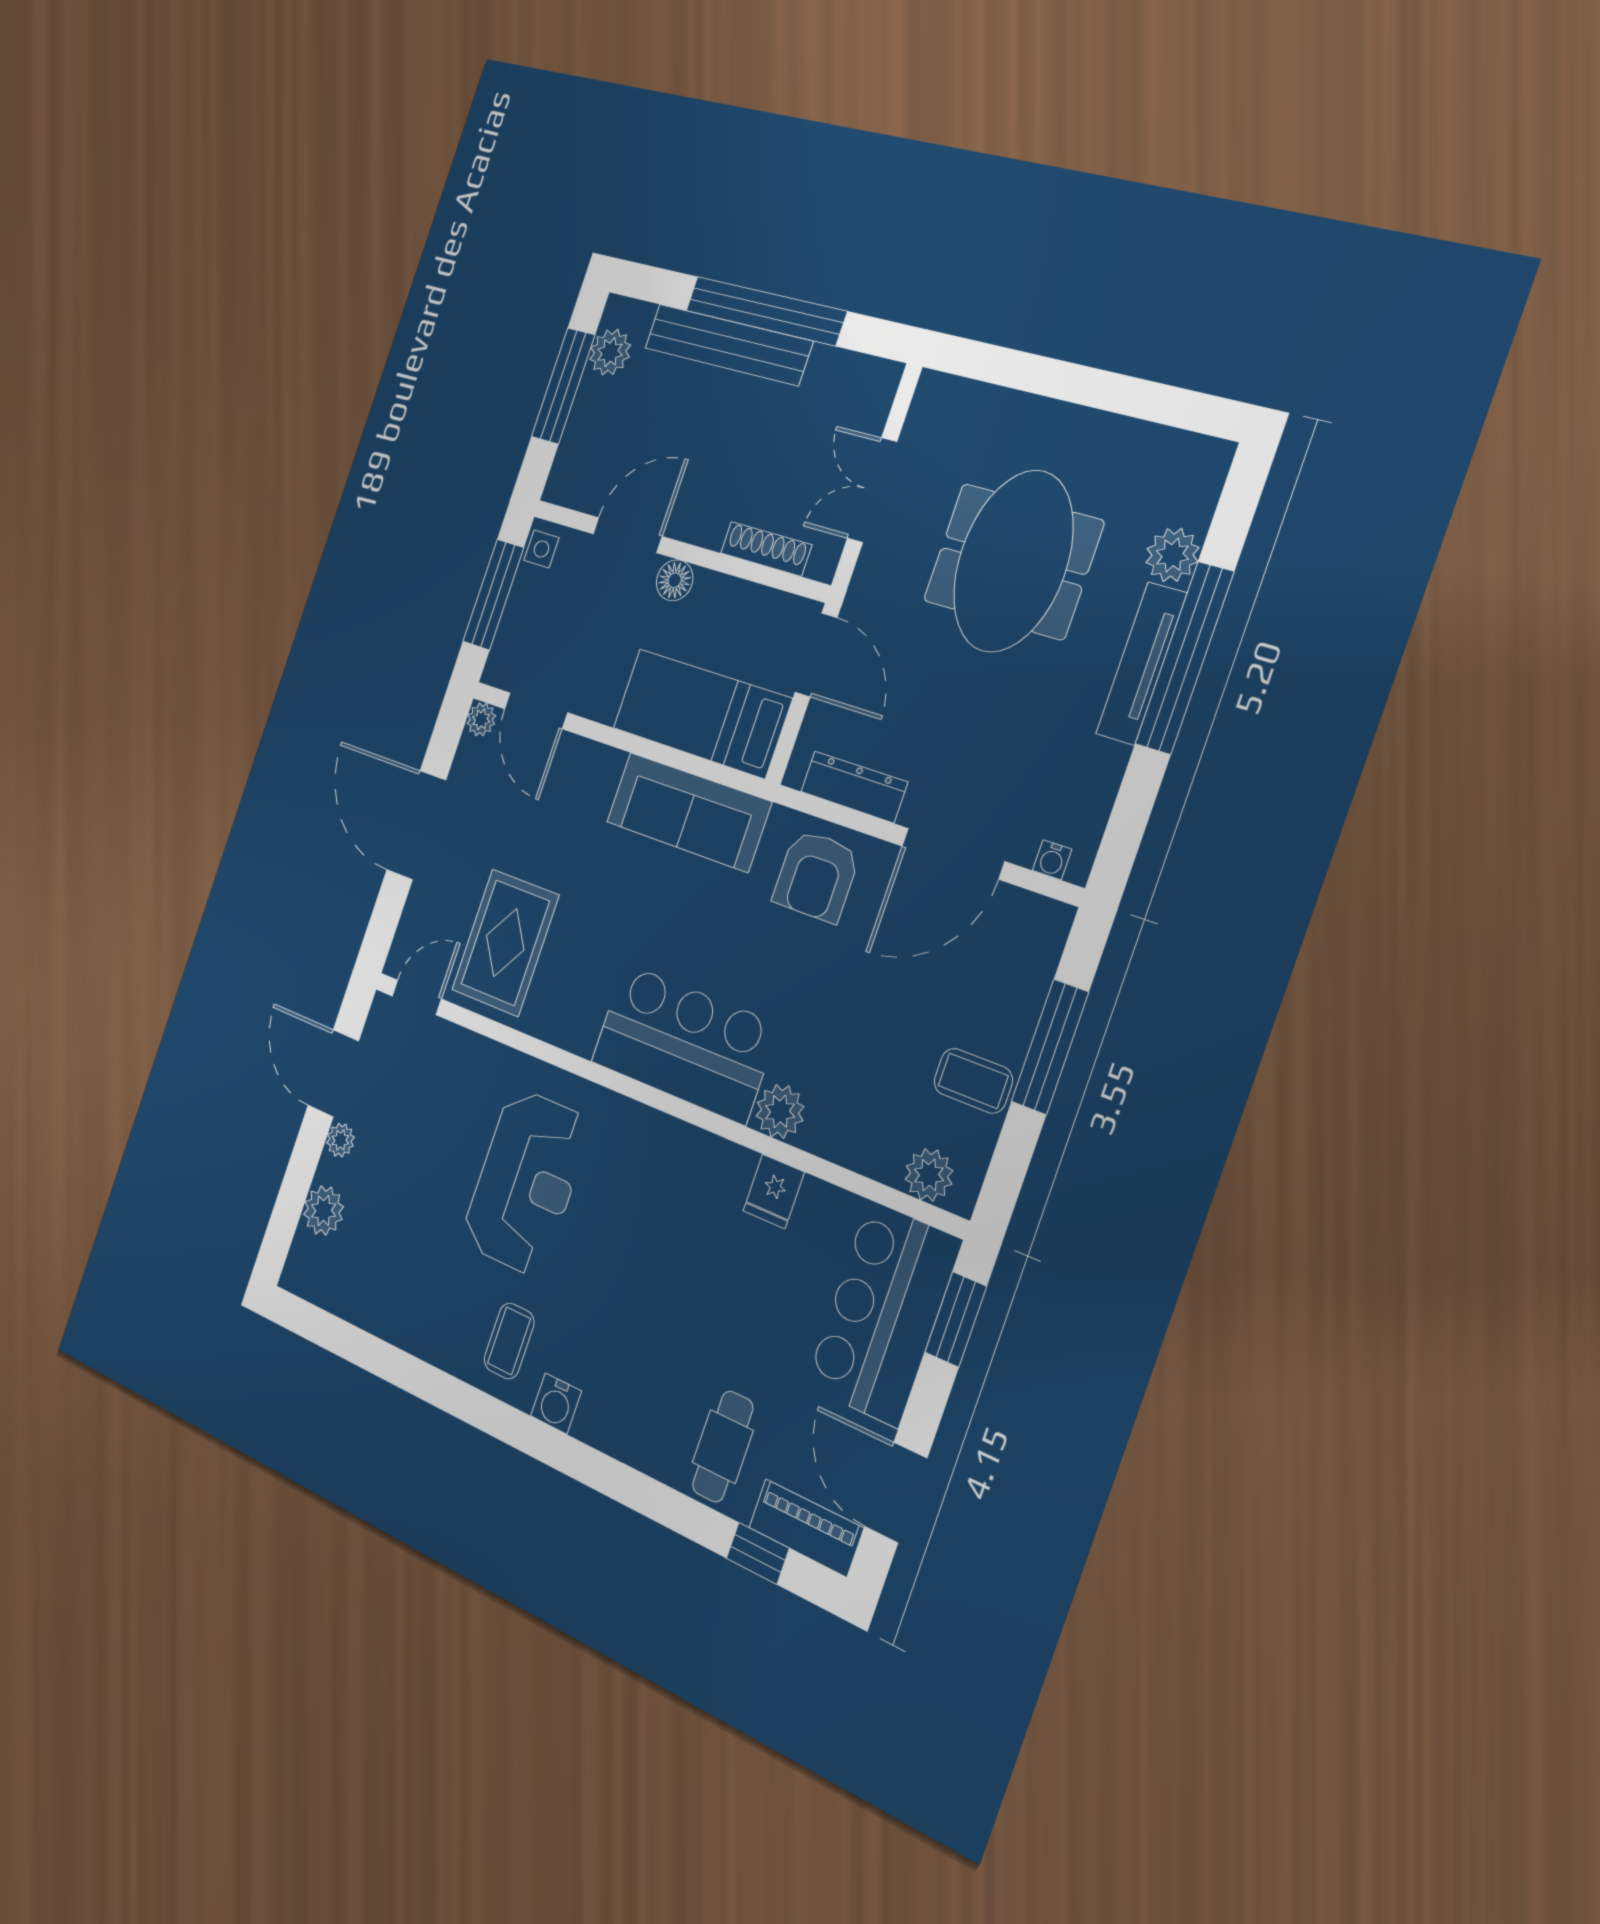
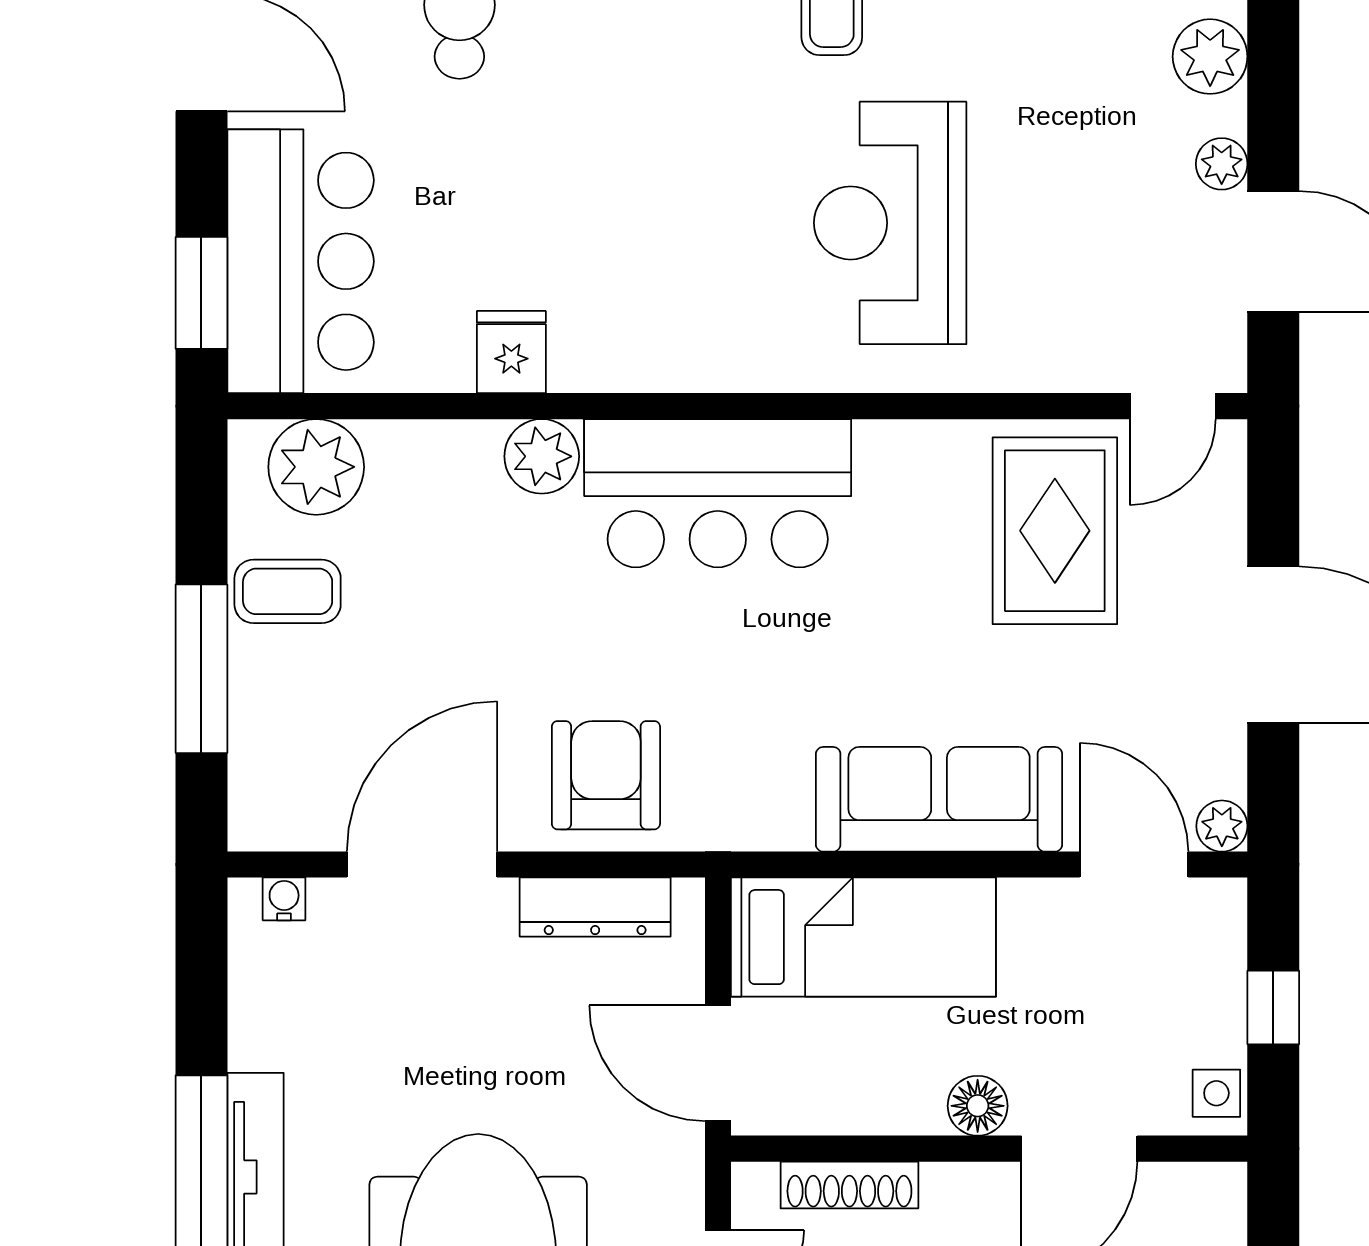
window: (493, 595) -> (1273, 1008), width x0.46
sofa: (688, 812) -> (939, 799), moved
plant: (929, 1175) -> (316, 467), width x1.36, depth x1.36

